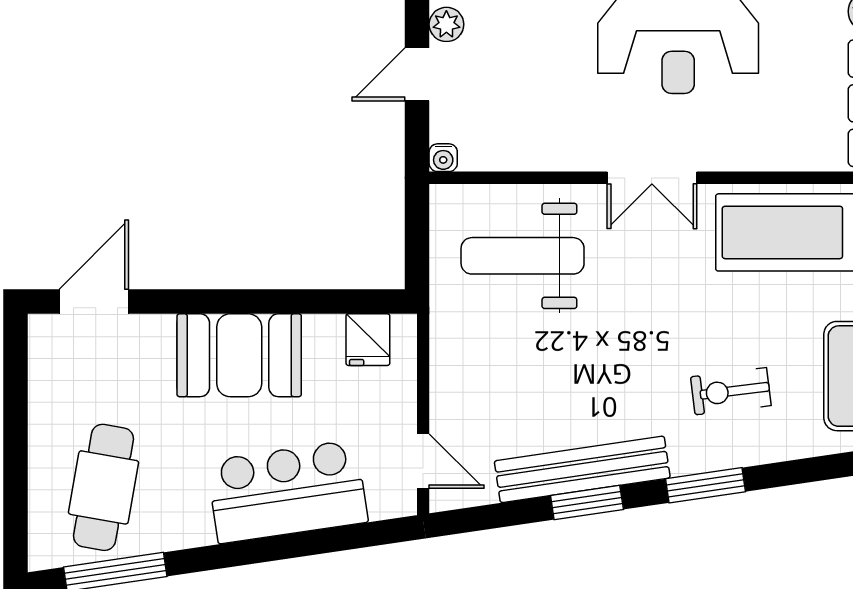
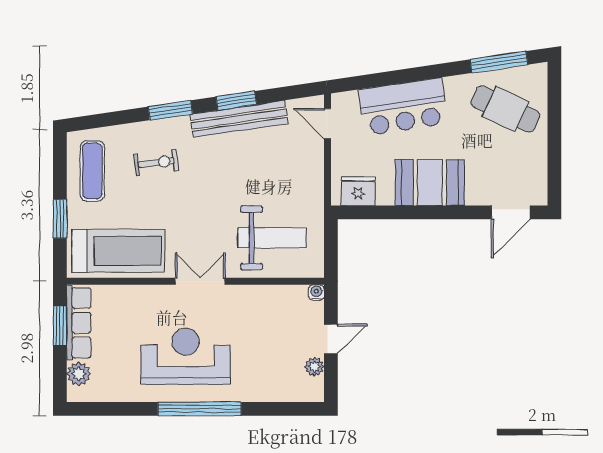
fridge: (368, 340) -> (358, 191), width x1.38
cafe table: (104, 487) -> (505, 109), turned -75

